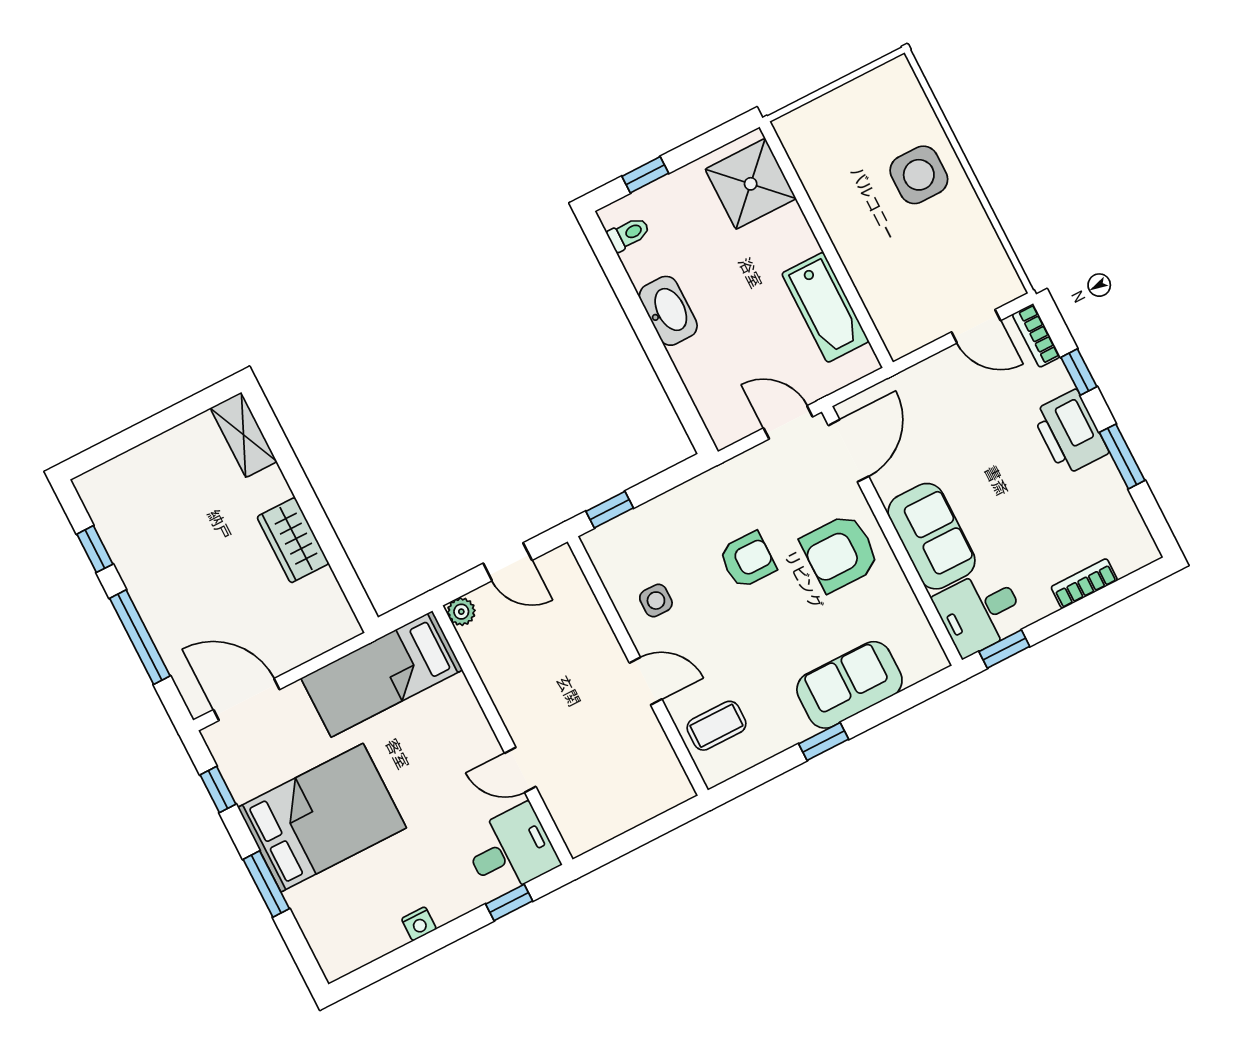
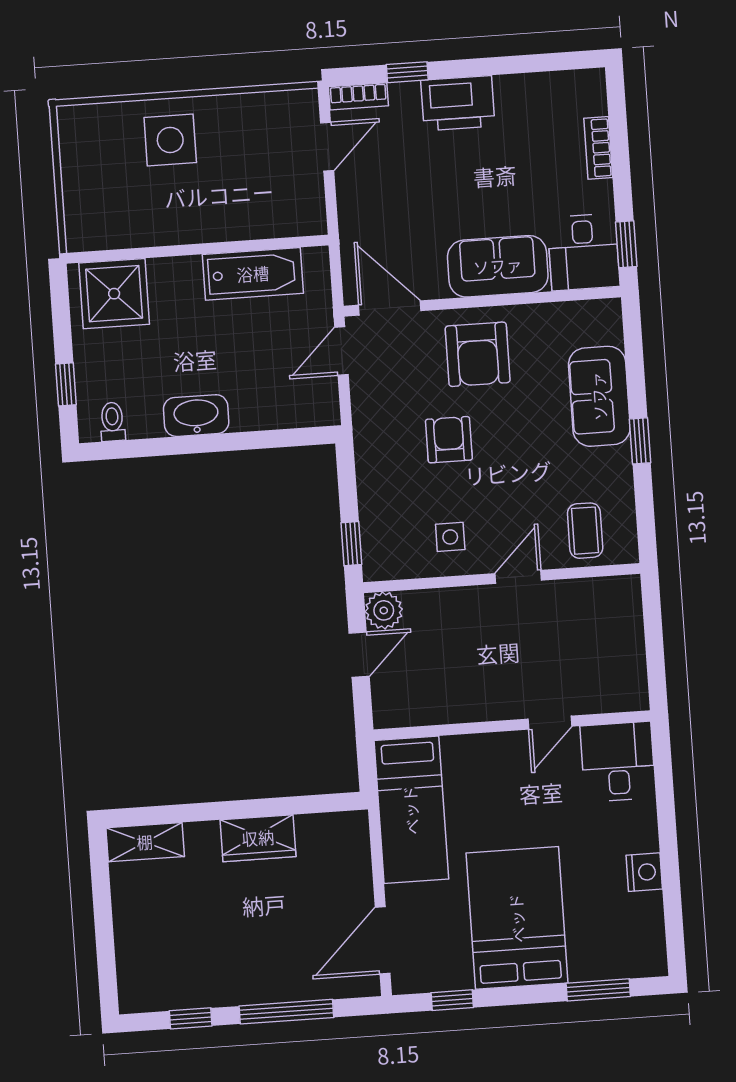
window: (1122, 456) -> (499, 66), removed
plant: (461, 612) -> (384, 610), moved, width x1.38, depth x1.38
window: (266, 884) -> (598, 990), moved
window: (509, 902) -> (664, 783), removed
nightstand: (419, 924) -> (644, 872), width x1.39, depth x1.35

